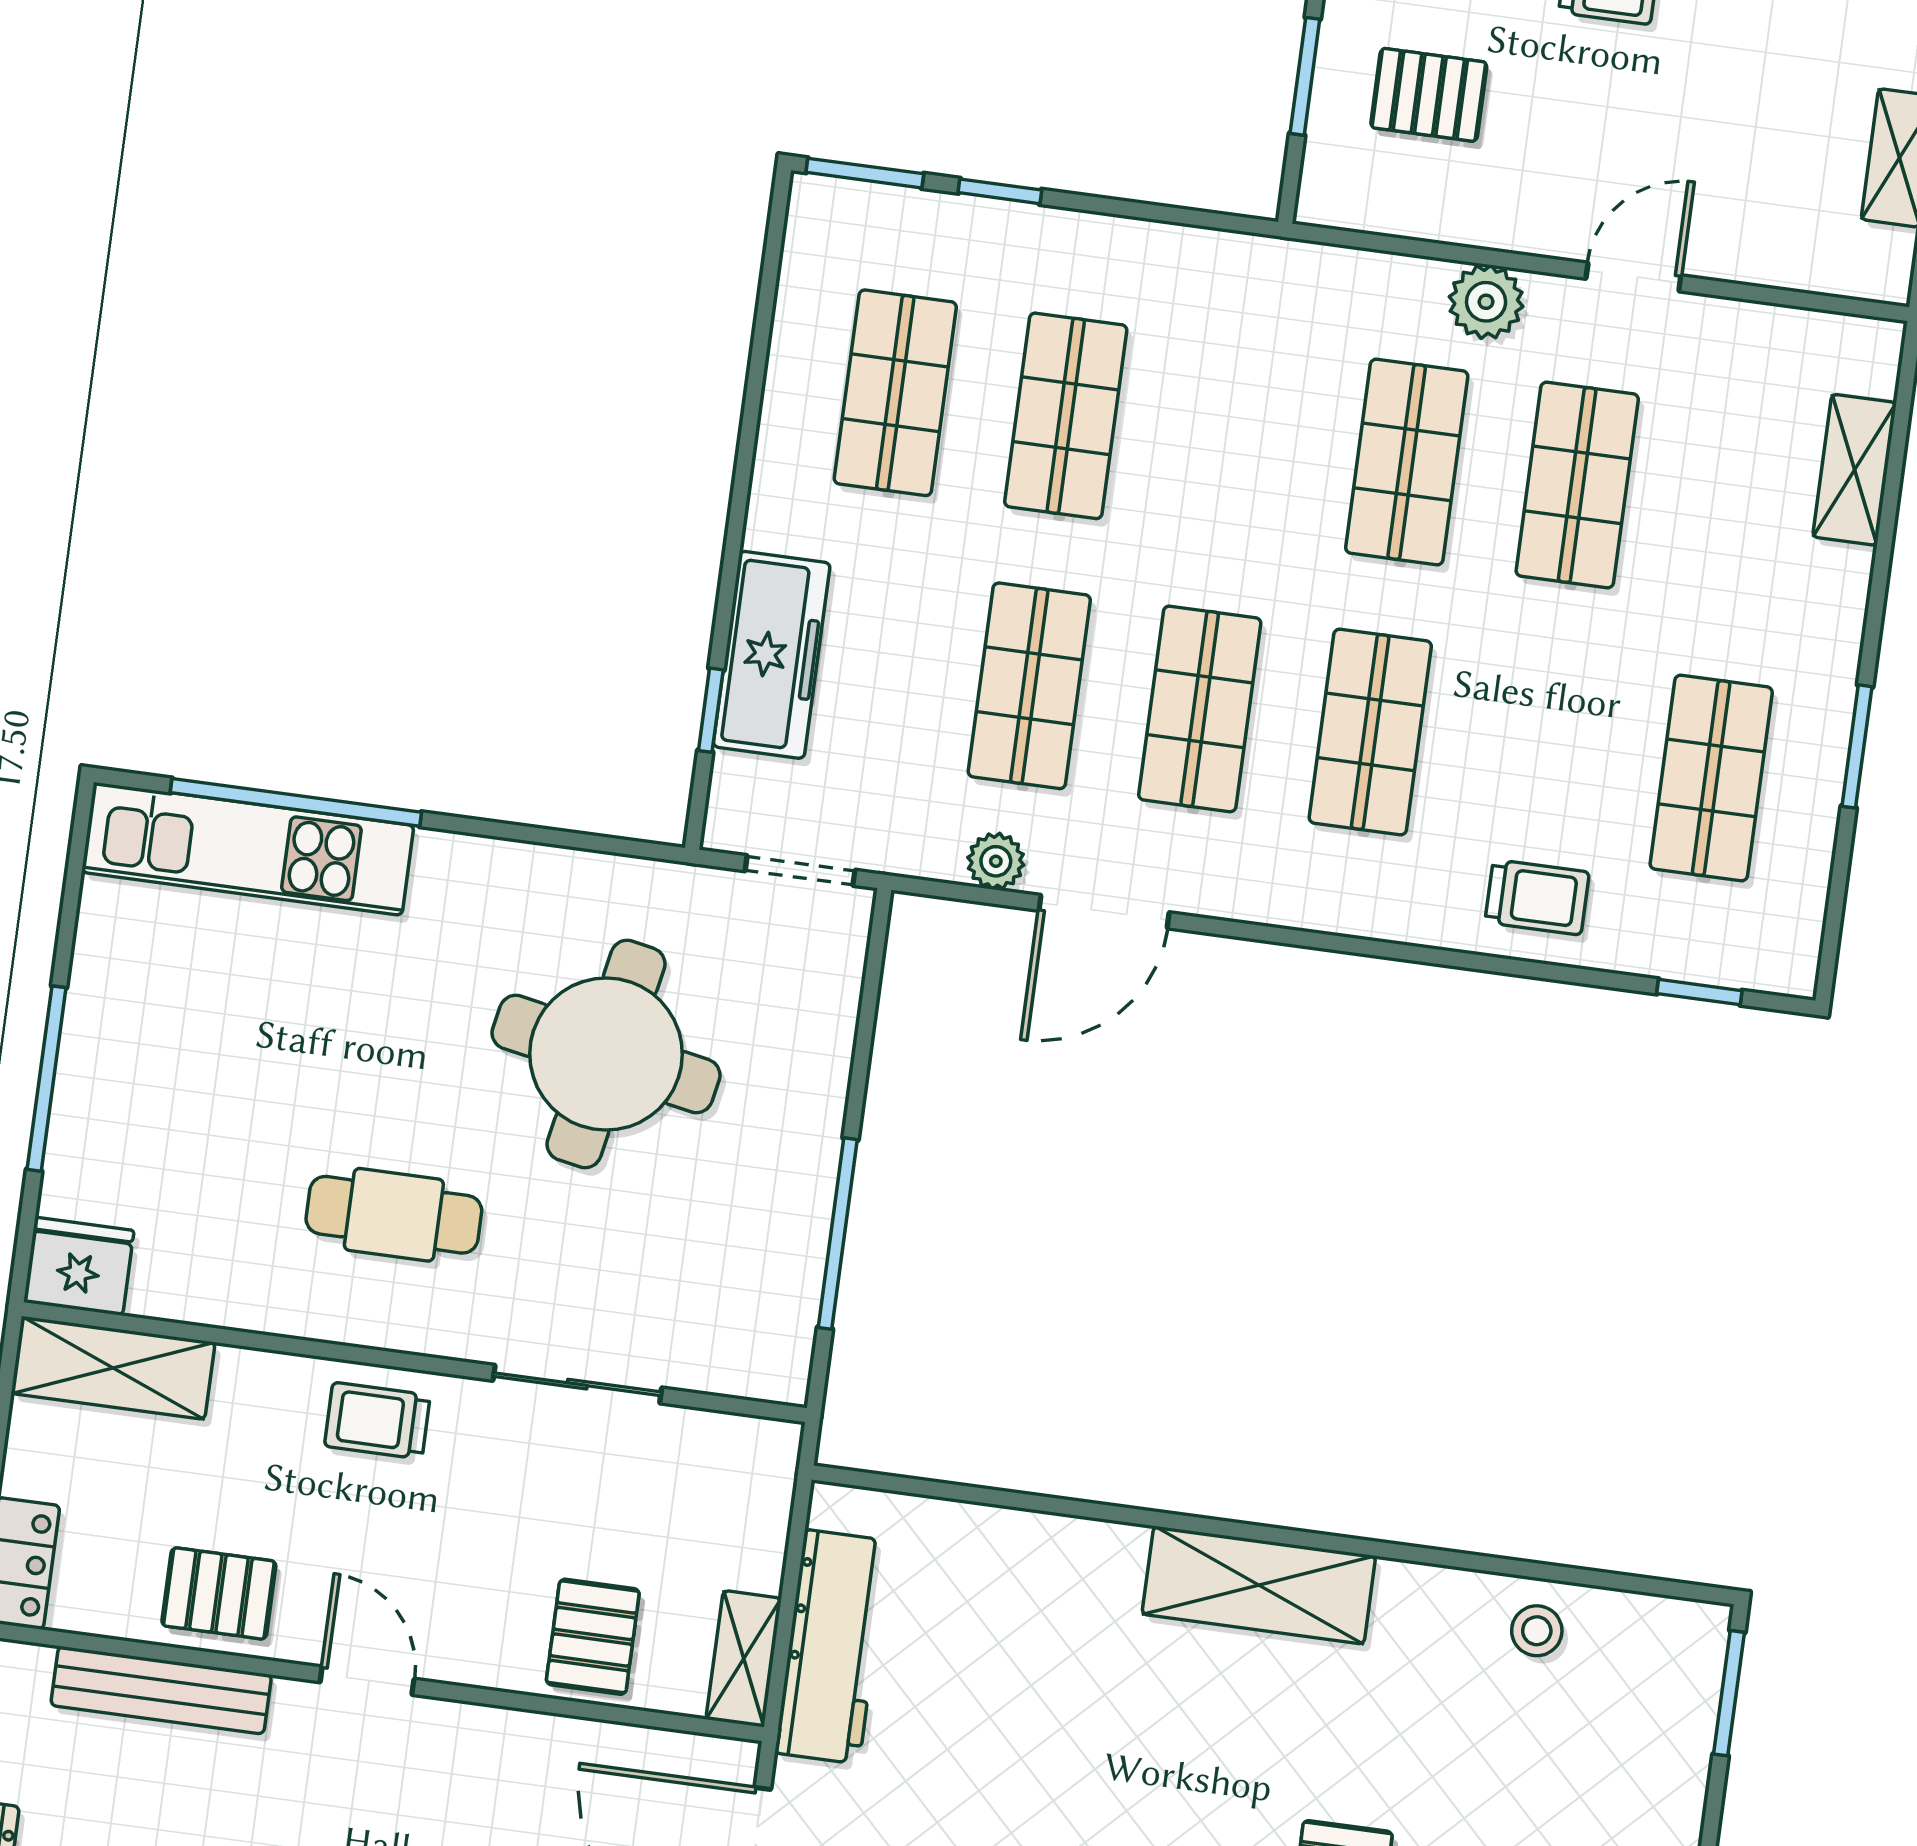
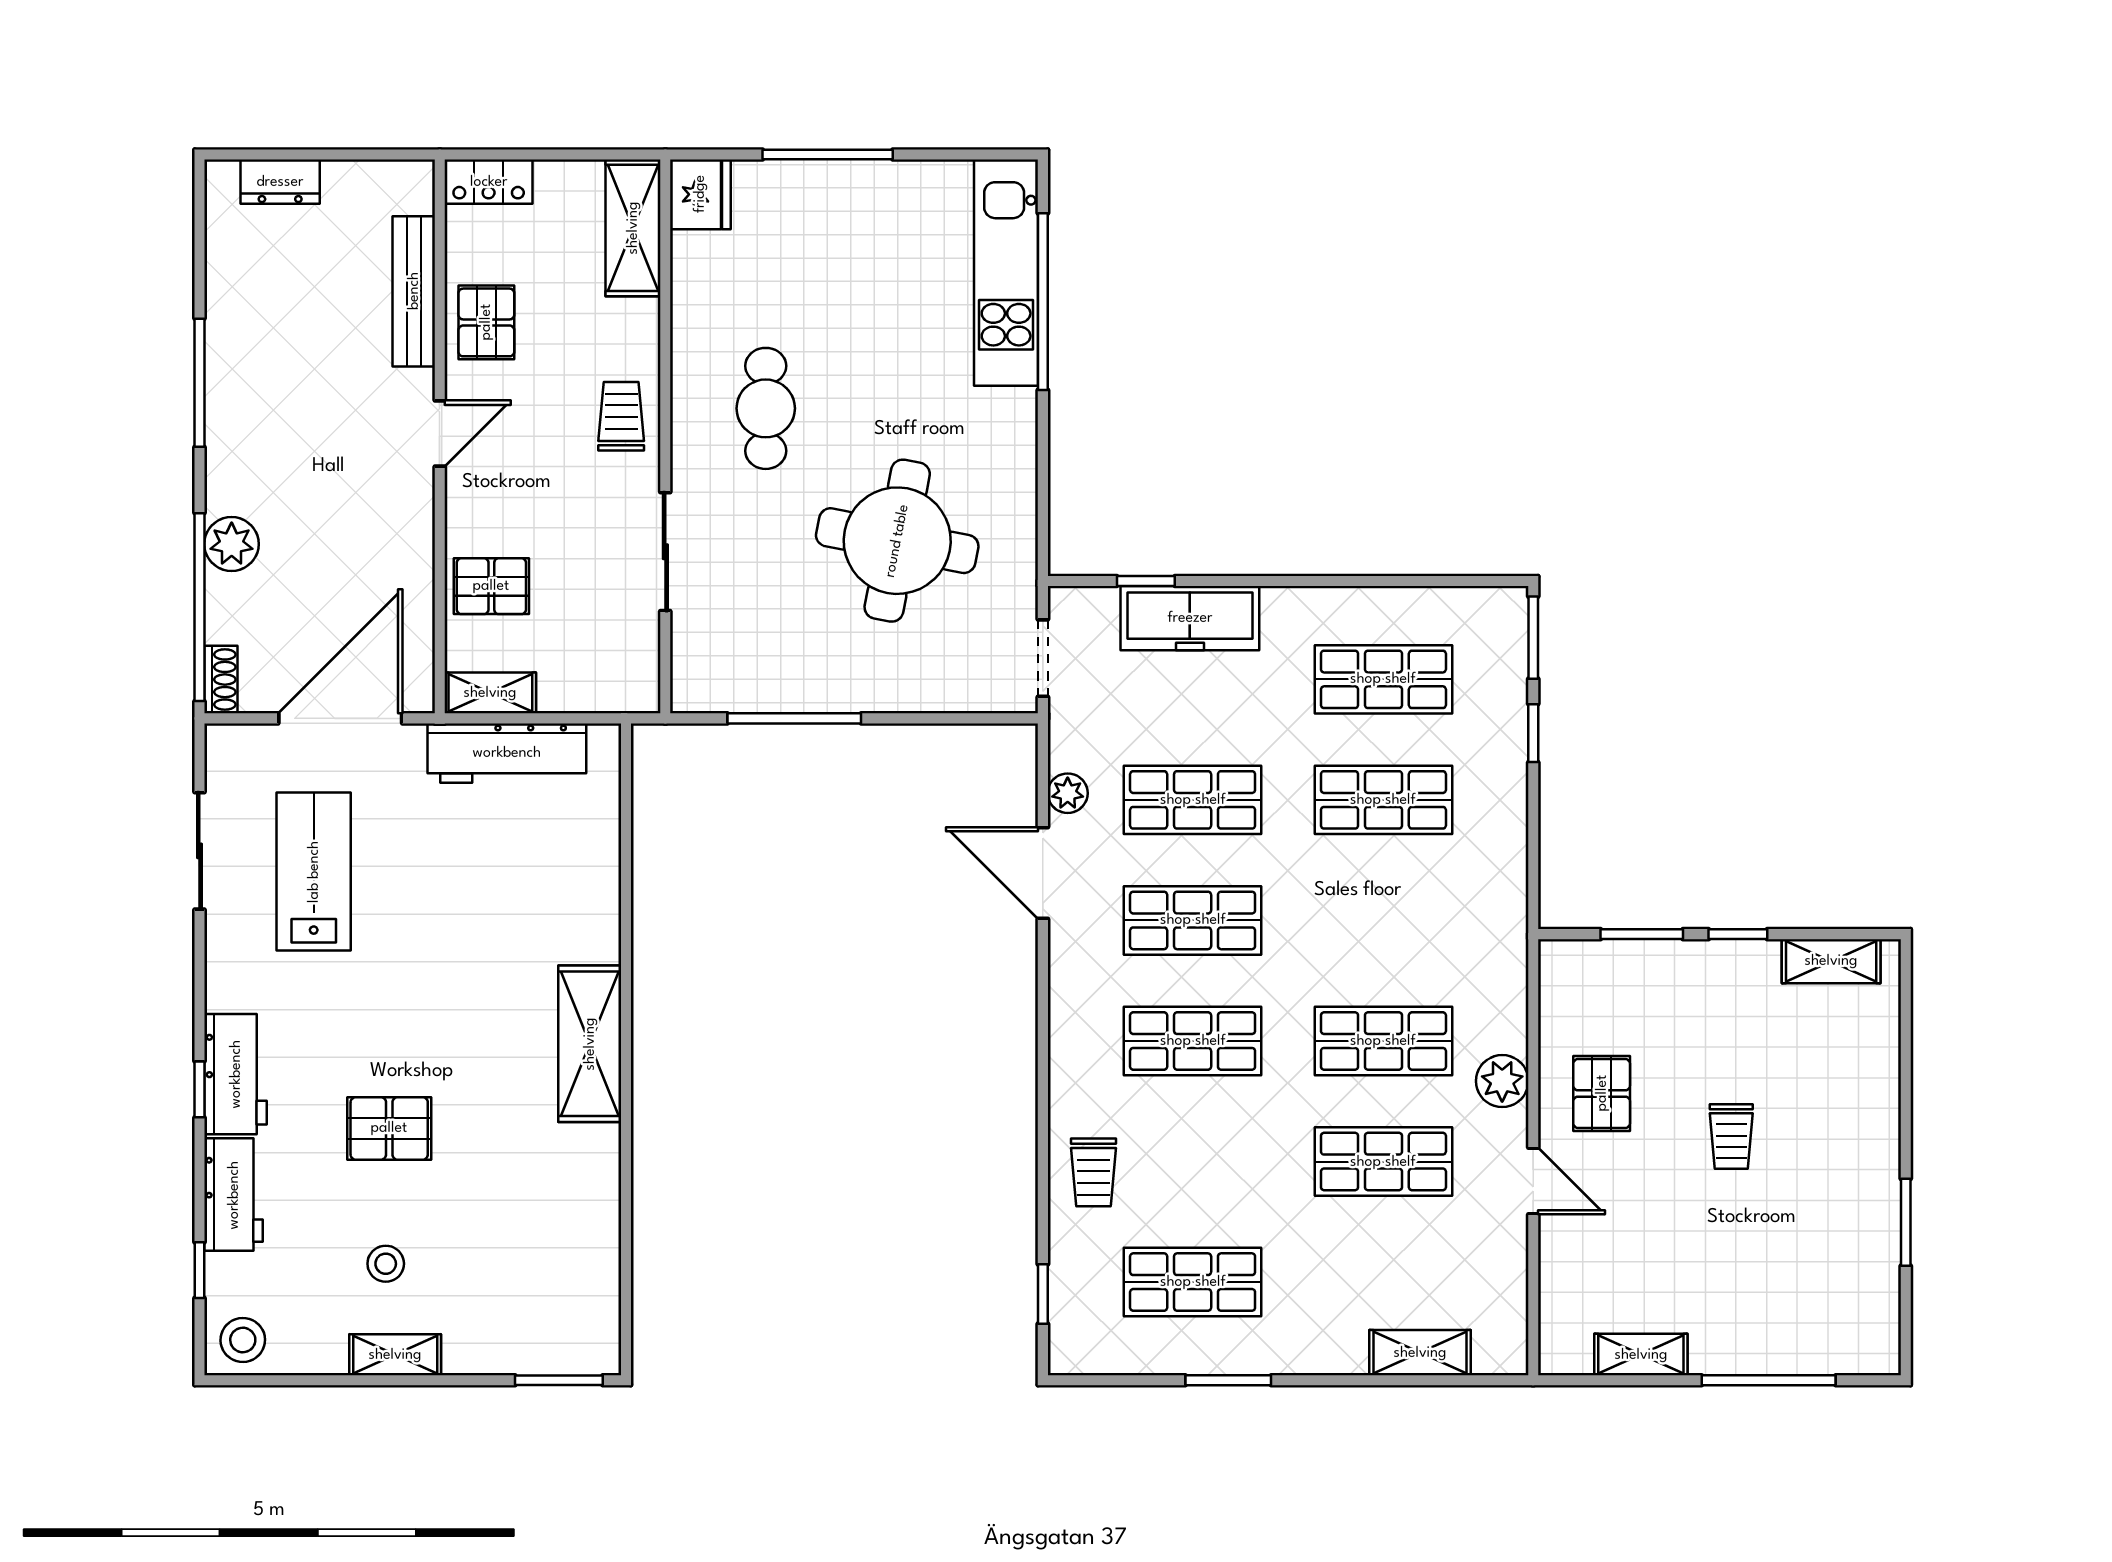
pallet: (1429, 95) -> (1602, 1093), moved
stool: (1537, 1631) -> (584, 1241), removed

